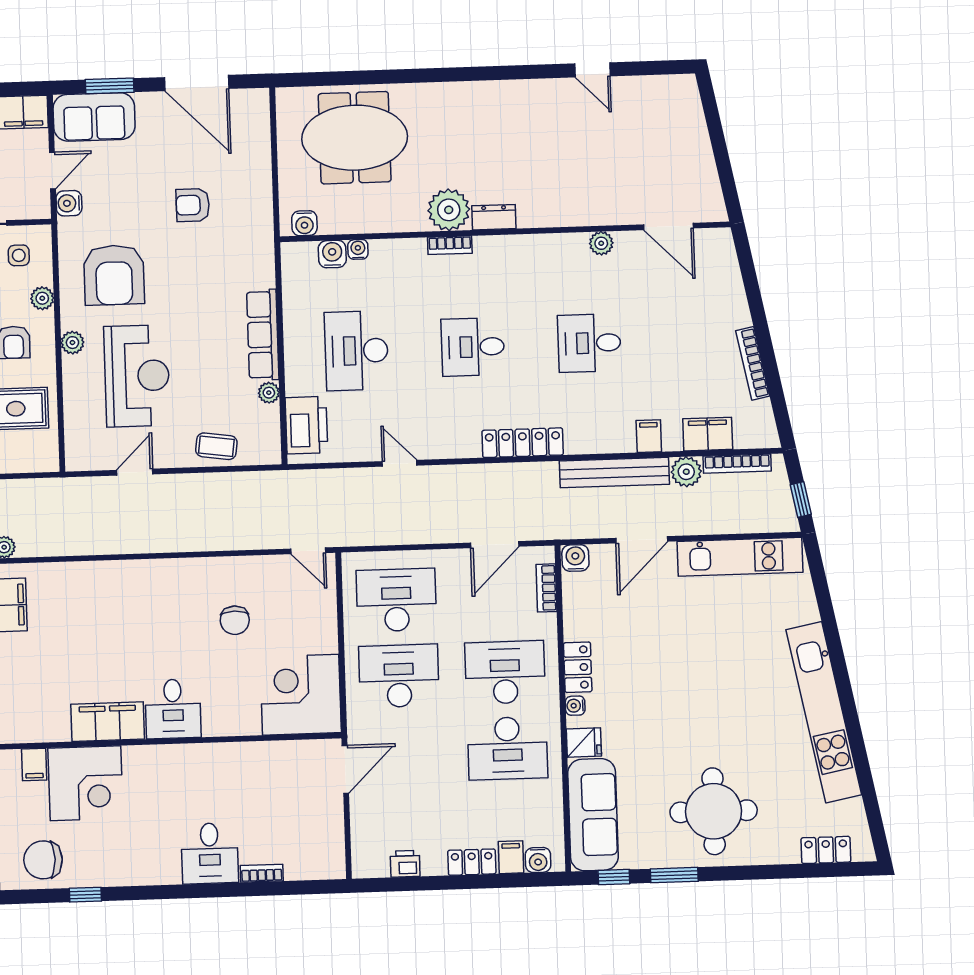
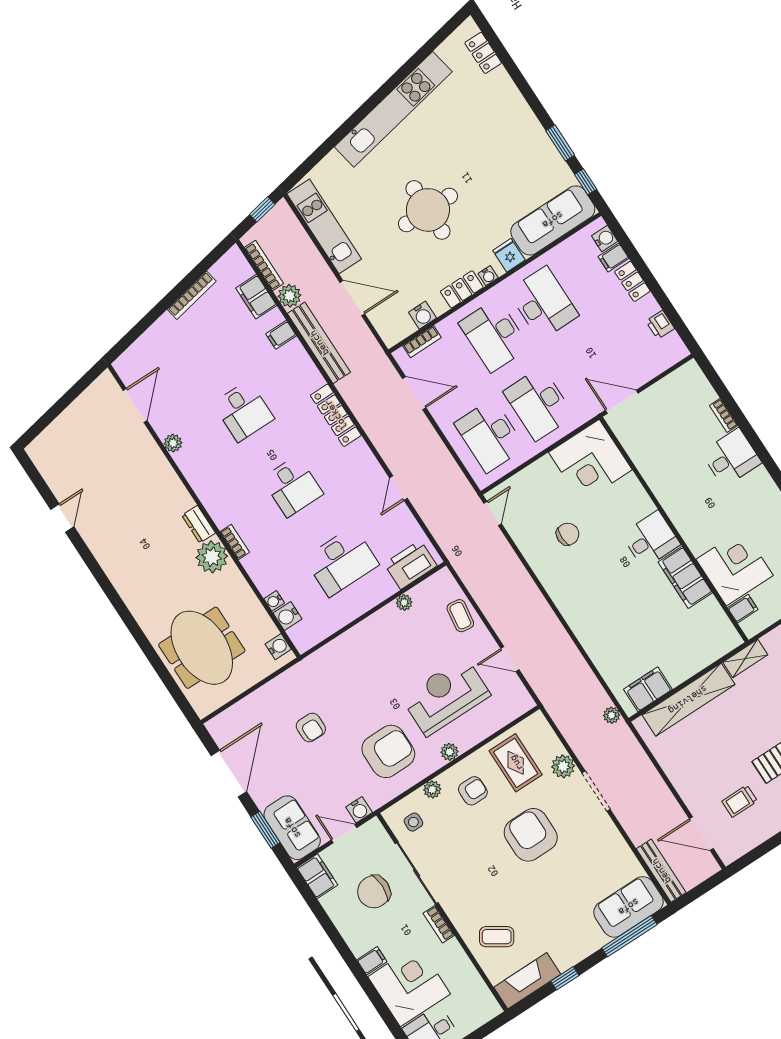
row of seats: (263, 335) -> (368, 630), removed
water cooler: (575, 558) -> (422, 315), moved, turned -90
round table: (714, 811) -> (428, 210), moved

